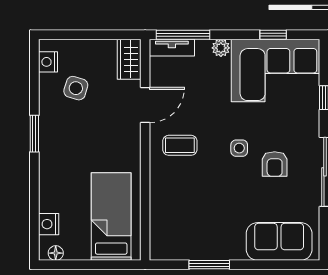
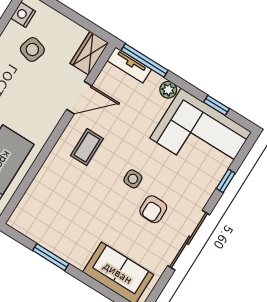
coffee table: (180, 145) -> (87, 147), turned 90

